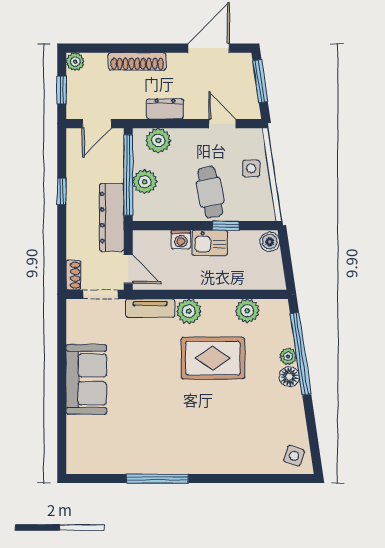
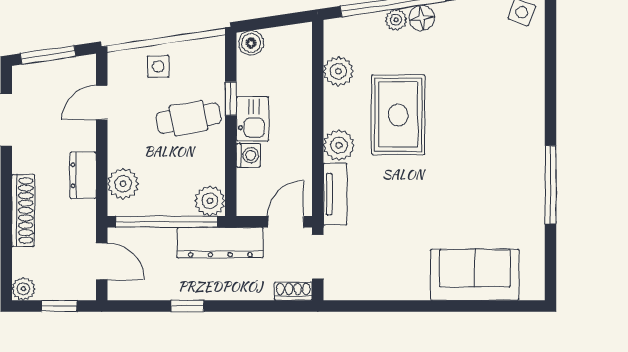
plant: (145, 182) -> (210, 201), moved
sofa: (86, 379) -> (475, 275), moved

